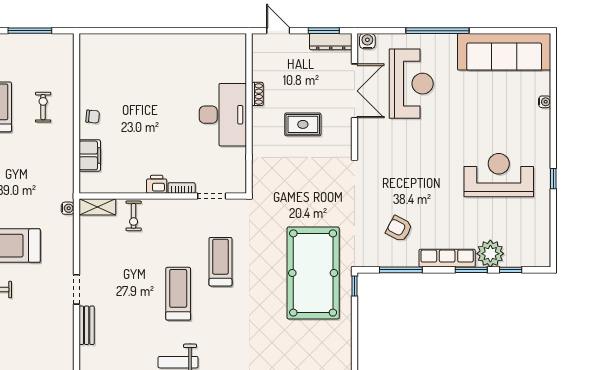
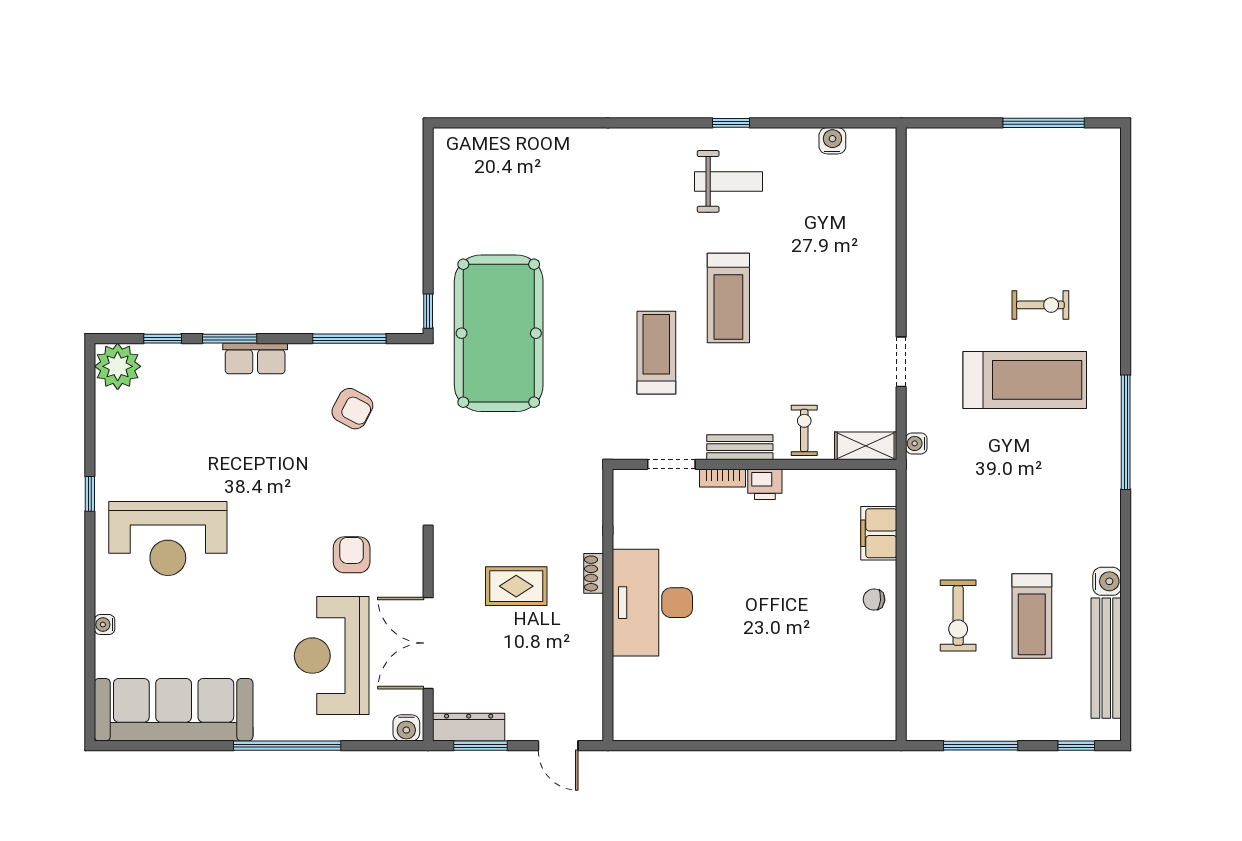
shoe rack: (257, 94) -> (594, 573), moved
exercise bike: (43, 107) -> (958, 616), width x1.38, depth x1.39
armchair: (399, 143) -> (352, 555), added
reception desk: (499, 175) -> (168, 539), moved
plant: (490, 254) -> (118, 366), moved
row of seats: (447, 258) -> (255, 358), width x0.68
treadmill: (220, 262) -> (656, 353), turned 180
doorway: (77, 289) -> (901, 362), moved
bench: (87, 325) -> (740, 447), moved, turned 90

